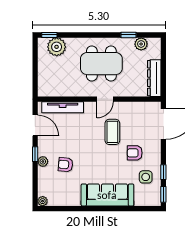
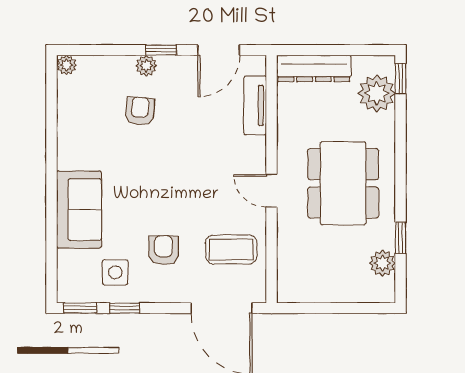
dresser: (154, 78) -> (314, 68), moved, turned 180
tv unit: (63, 107) -> (255, 105), width x0.71
coffee table: (112, 132) -> (231, 249), moved
sofa: (107, 195) -> (79, 210), width x0.73

